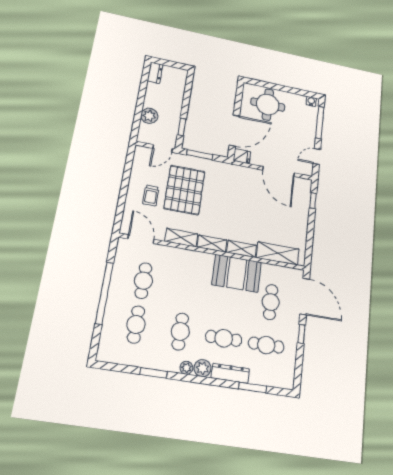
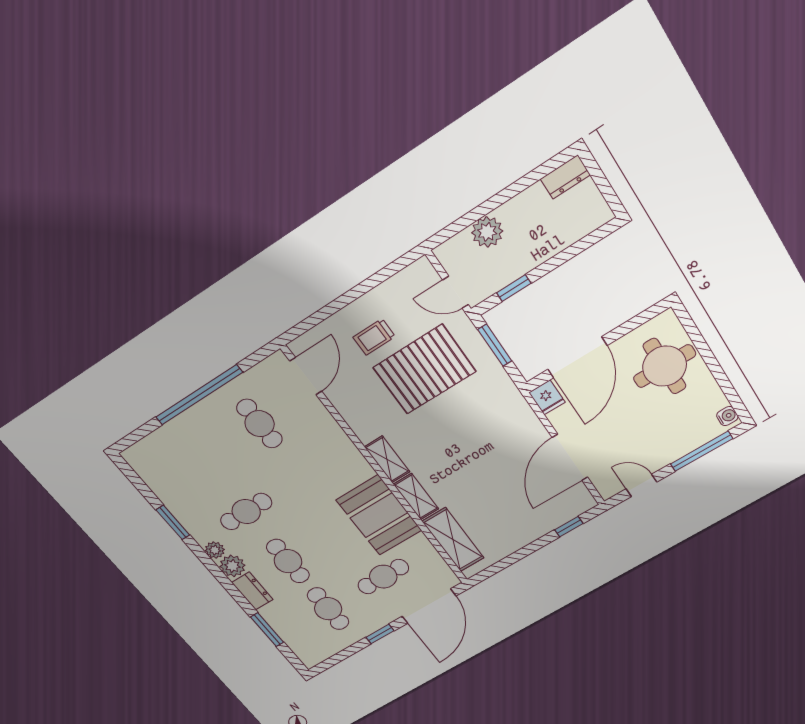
door: (234, 131) -> (577, 357), hinge flipped
shelving: (181, 238) -> (357, 419), removed
cafe table: (143, 281) -> (260, 424), turned 90
cafe table: (136, 324) -> (203, 460), removed
dresser: (230, 373) -> (252, 591), width x0.70

